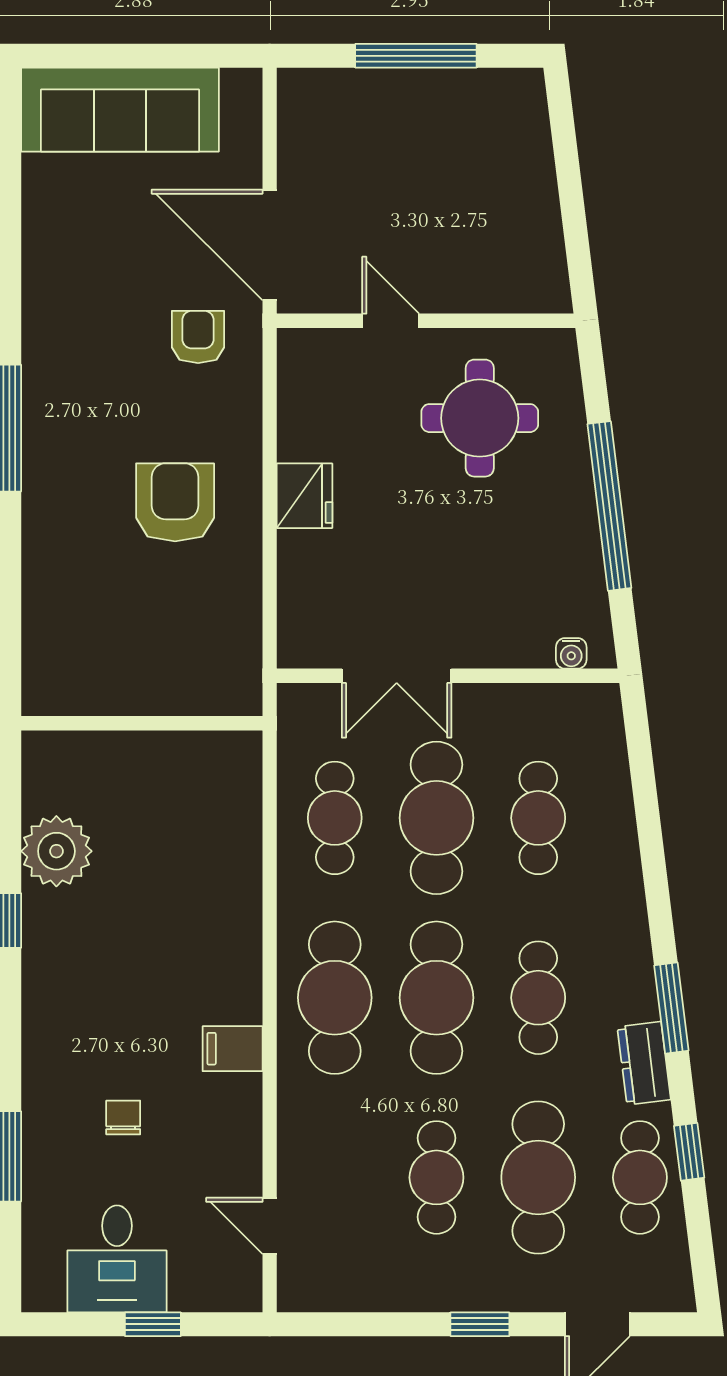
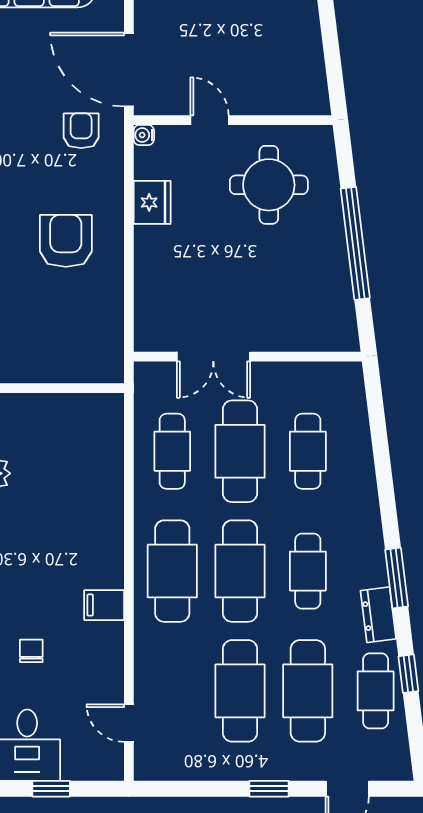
fridge: (305, 496) -> (152, 202), moved
water cooler: (571, 653) -> (144, 135), moved, turned 90
cafe table: (436, 1177) -> (240, 691), width x1.37, depth x1.35

